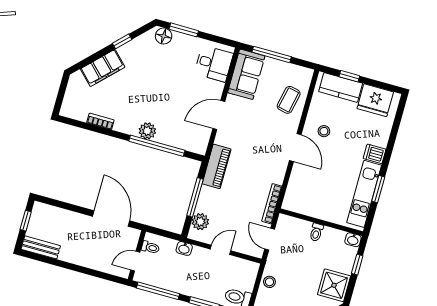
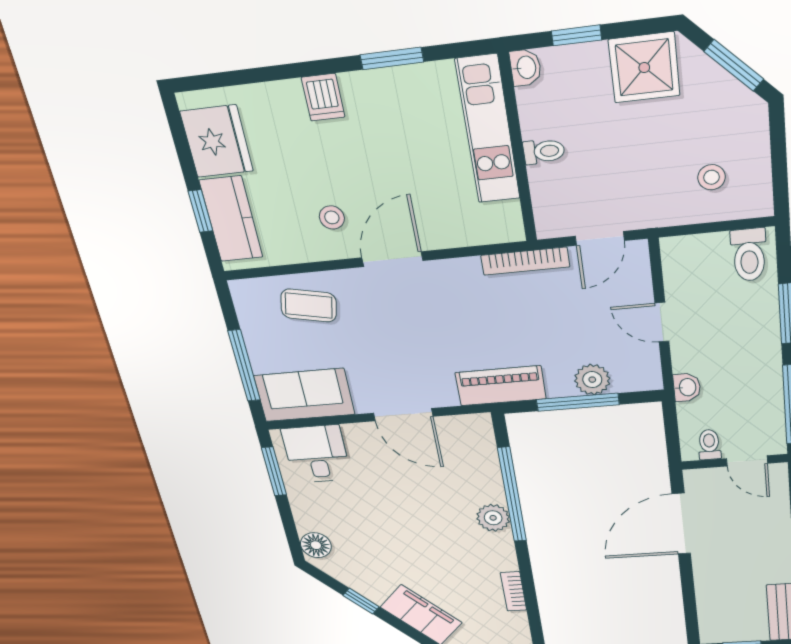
window: (184, 30) -> (274, 471), moved
kitchen unit: (364, 194) -> (488, 130), moved, turned 90
plant: (200, 222) -> (592, 380), moved
stool: (269, 282) -> (712, 177), moved

